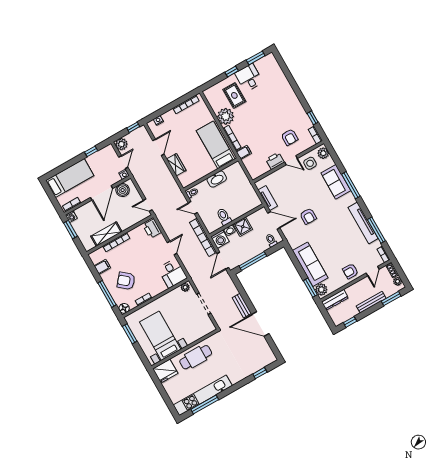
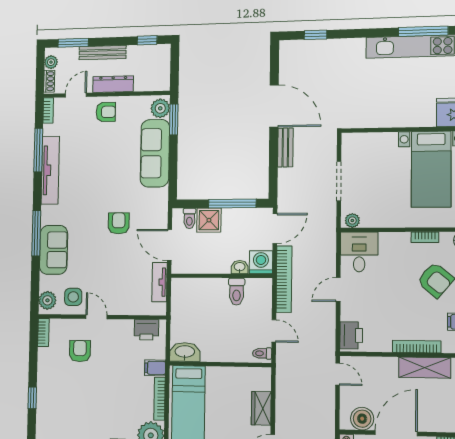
window: (313, 118) -> (32, 398), moved
printer: (275, 161) -> (146, 330), moved
washbasin: (217, 179) -> (185, 352), moved
shower: (243, 227) -> (209, 220), moved
dresser: (335, 300) -> (113, 84), moved
cafe table: (196, 357) -> (396, 108), removed

